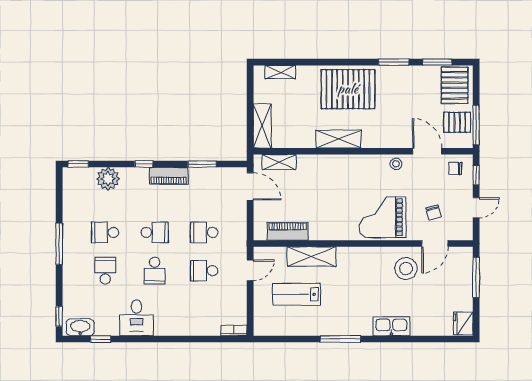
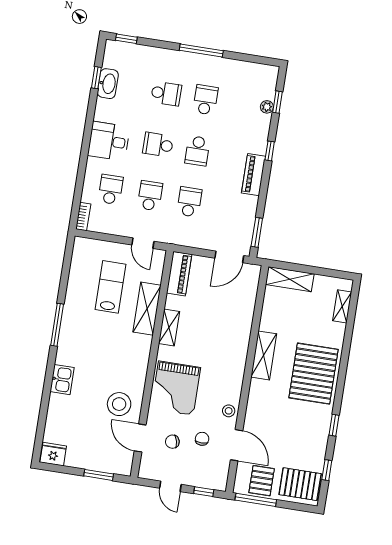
window: (394, 62) -> (334, 425), width x0.67
window: (437, 62) -> (327, 470), width x0.67
door: (427, 151) -> (237, 445), hinge flipped
shelving: (279, 162) -> (169, 327), moved
window: (78, 164) -> (277, 102), moved
window: (202, 164) -> (257, 232), moved
chair: (455, 168) -> (202, 439), moved
plant: (108, 179) -> (267, 107), width x0.53, depth x0.53
grand piano: (382, 217) -> (176, 388), turned 180
piano: (288, 231) -> (179, 274), moved
window: (476, 277) -> (99, 475), width x0.69
school desk: (204, 309) -> (111, 189), added
desk: (137, 318) -> (109, 141), moved
kitchen sink: (391, 326) -> (62, 380), width x0.73
washbasin: (80, 327) -> (108, 84), moved

